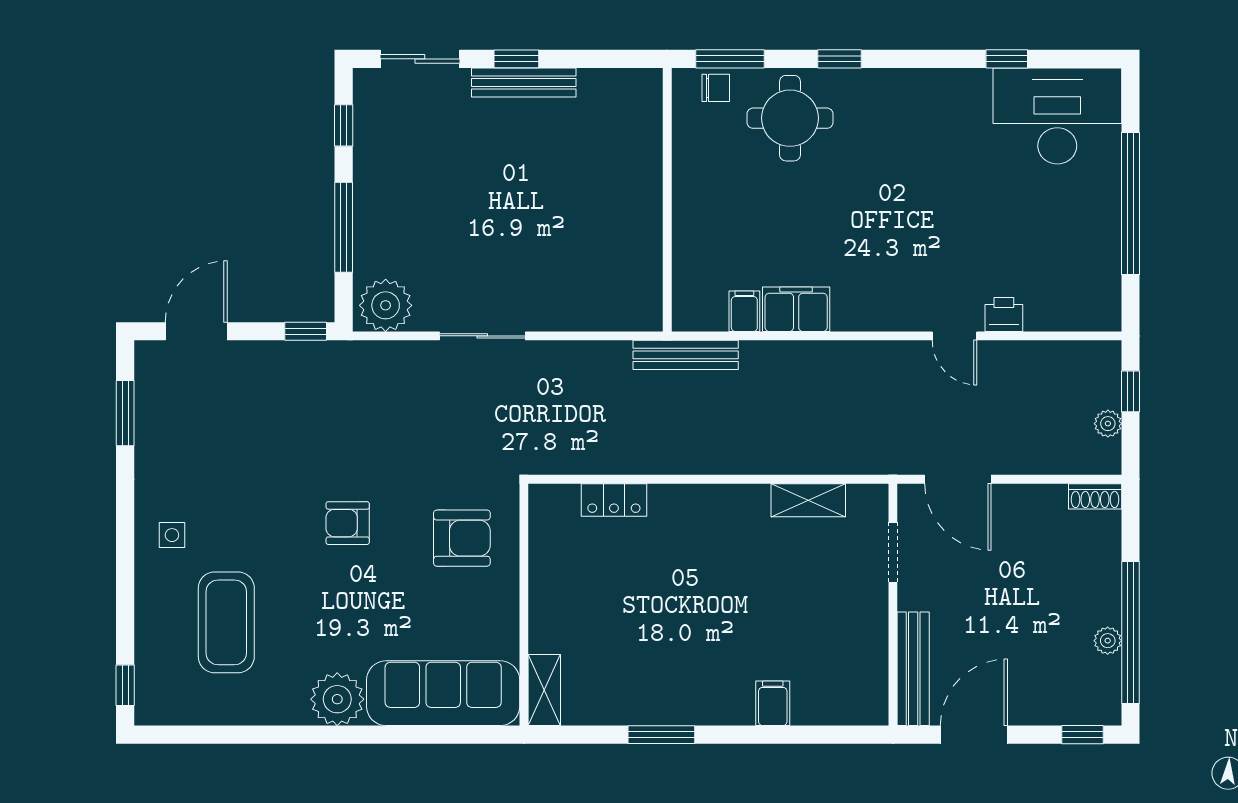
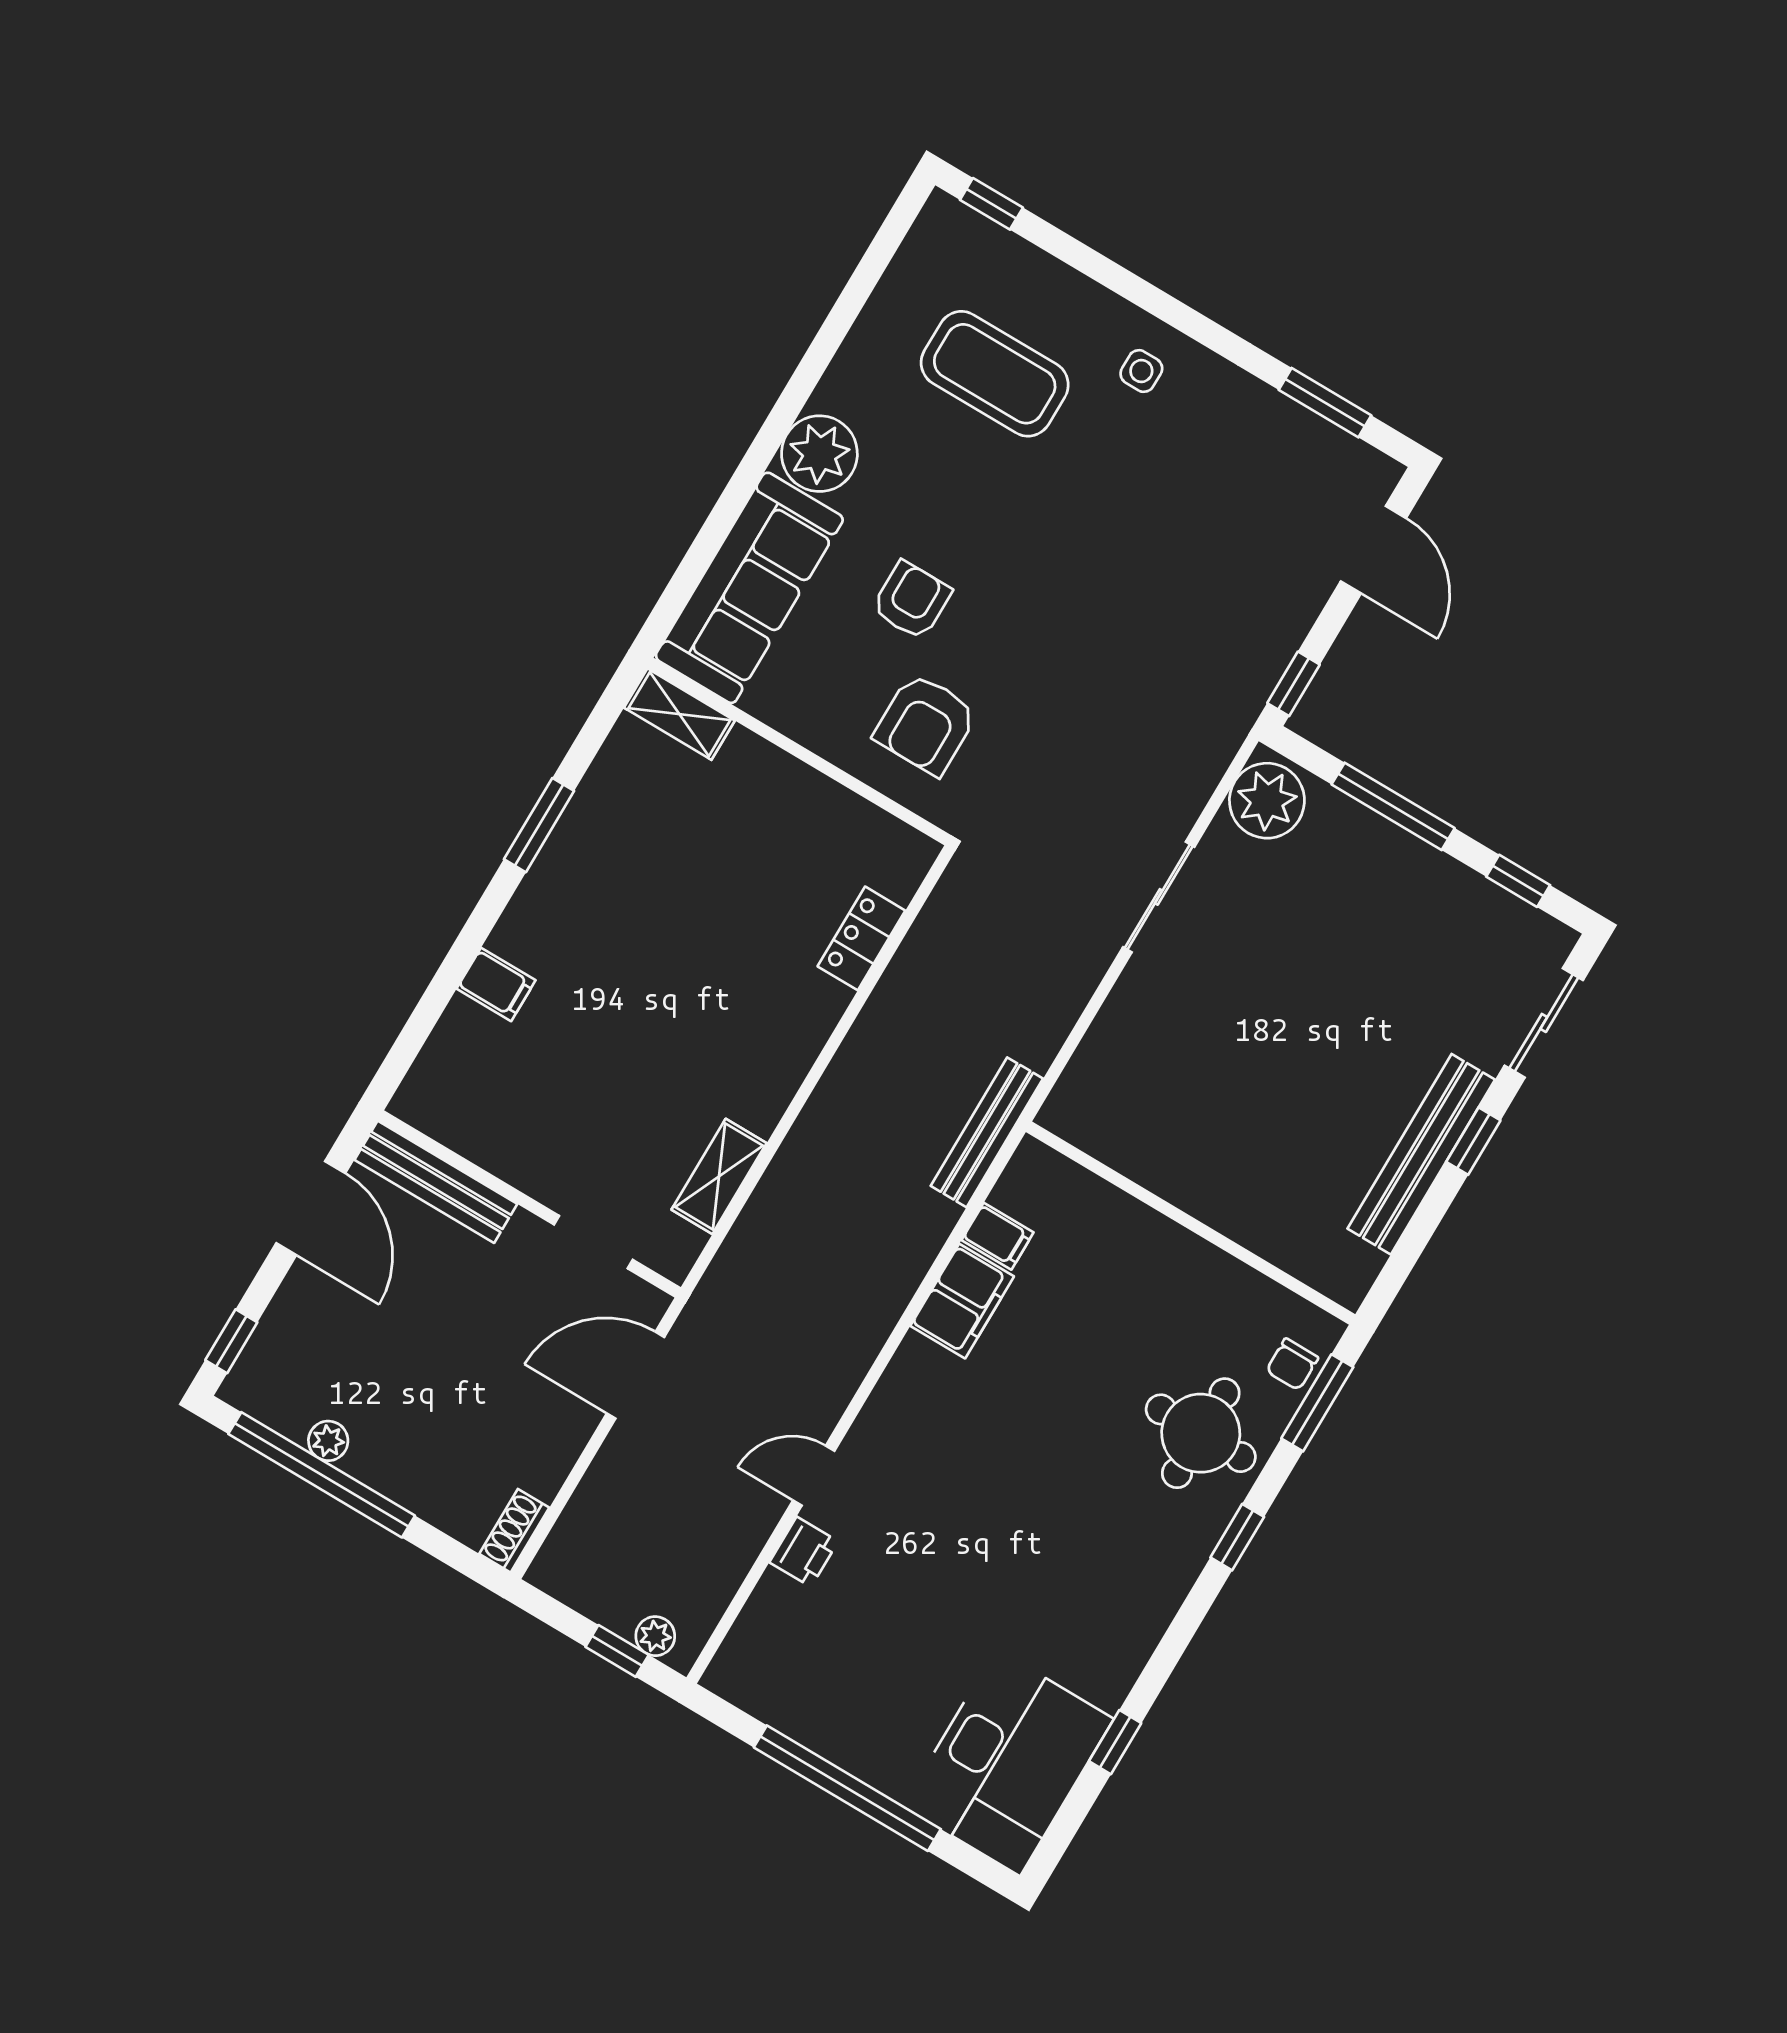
bench: (524, 82) -> (1421, 1154), width x1.37, depth x1.21
plant: (1108, 424) -> (655, 1636), moved
armchair: (348, 523) -> (911, 600), moved

